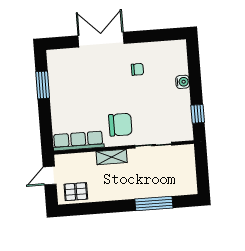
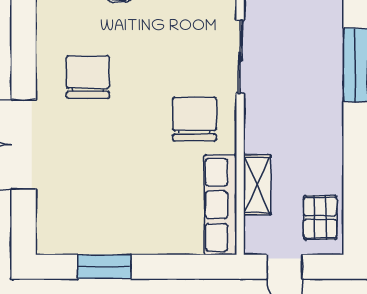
chair: (137, 69) -> (88, 77), width x1.87, depth x1.87
shelving: (112, 157) -> (257, 185), moved

